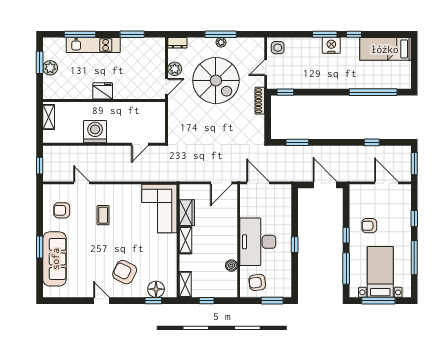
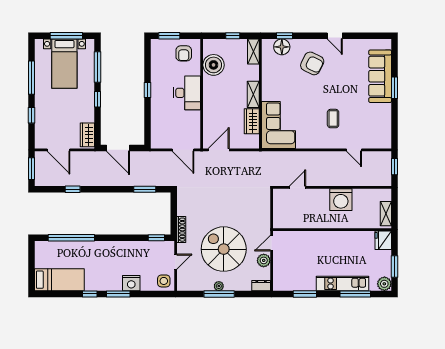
nightstand: (331, 45) -> (131, 283), moved
plant: (50, 68) -> (384, 284), moved
fridge: (103, 91) -> (383, 240), moved, turned 90
wardrobe: (356, 198) -> (87, 135), added
armchair: (62, 210) -> (373, 123), removed
armchair: (369, 226) -> (75, 108), removed
desk: (258, 242) -> (187, 93), width x0.73, depth x0.77
boiler: (231, 266) -> (214, 65), width x1.86, depth x1.86
armchair: (257, 282) -> (184, 53), turned 97

